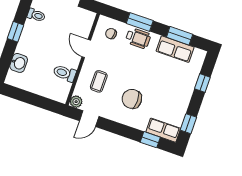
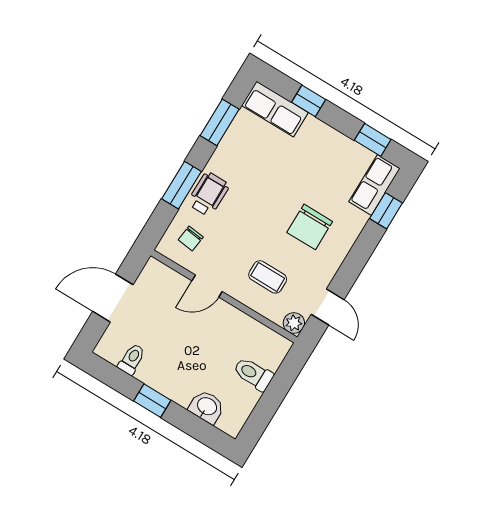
row of seats: (175, 49) -> (275, 109), moved, turned 90
toilet: (65, 73) -> (253, 374), moved, turned 90

